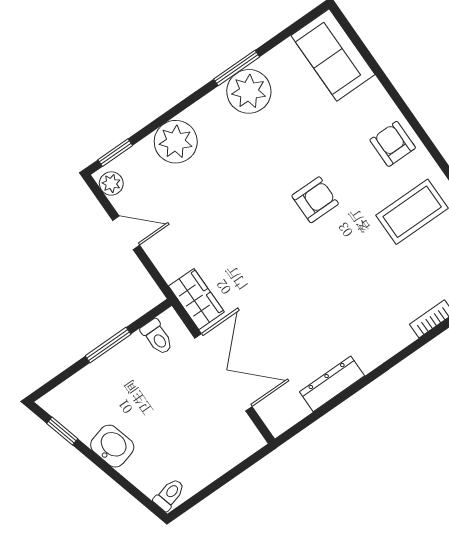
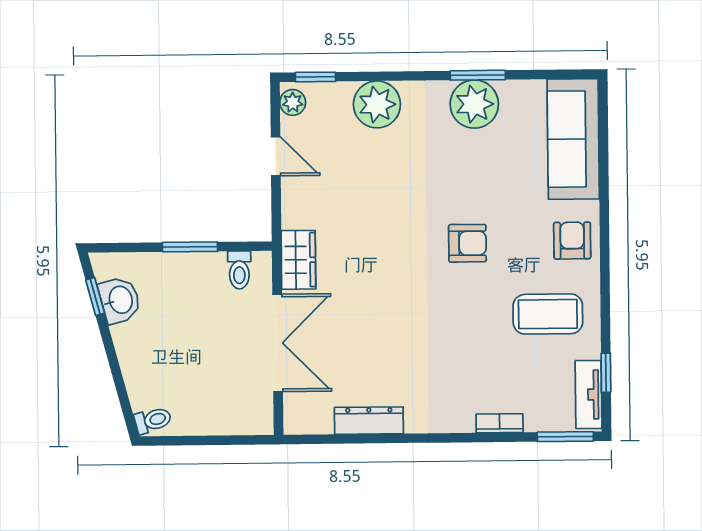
sofa: (333, 55) -> (573, 139), width x1.36
washbasin: (112, 446) -> (120, 300), moved

